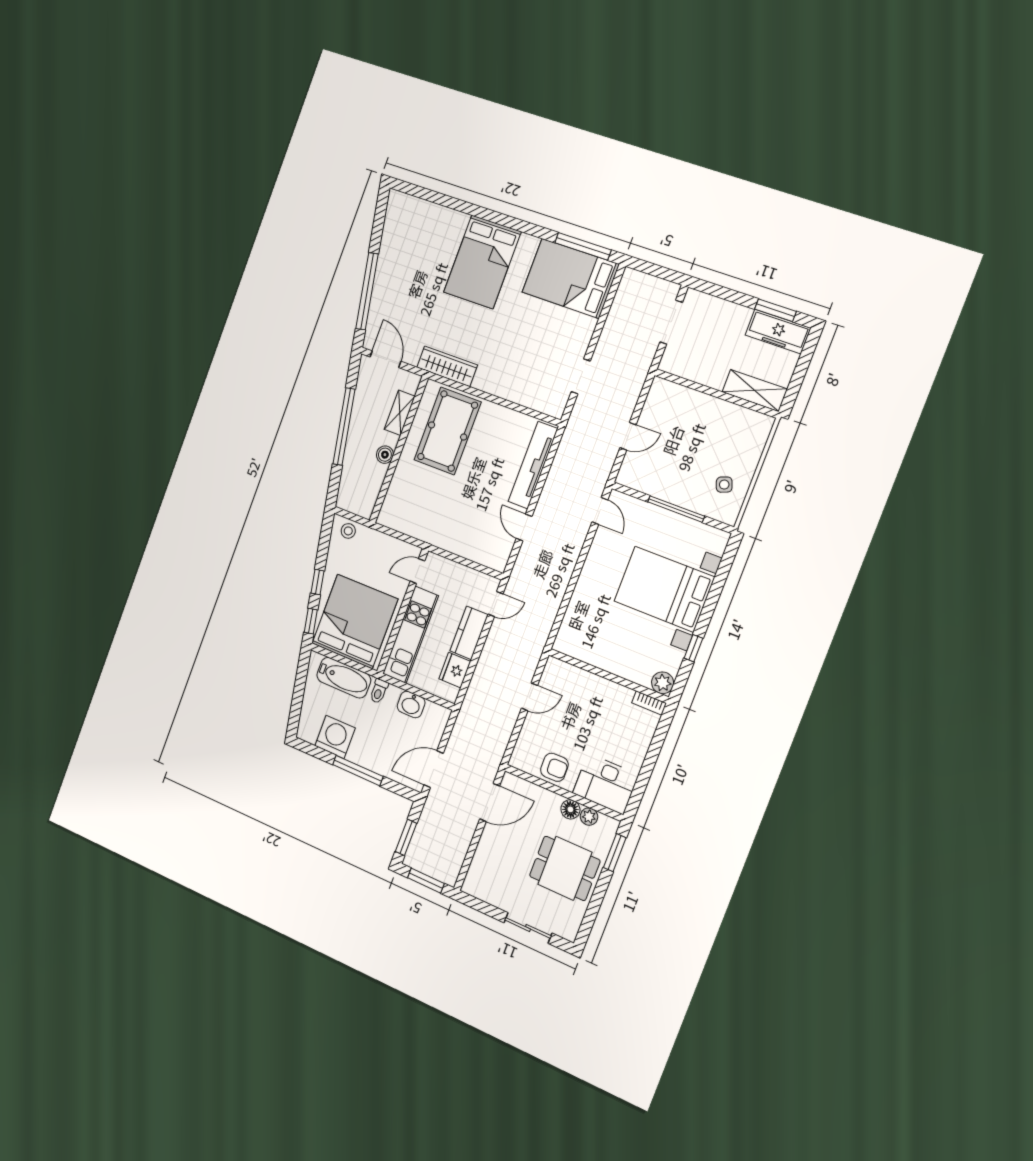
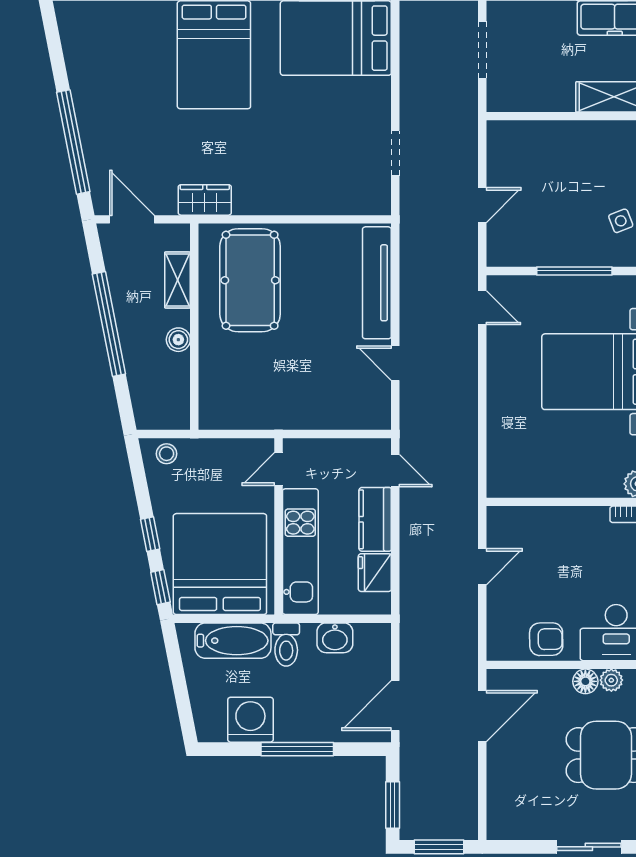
wardrobe: (447, 366) -> (205, 200), width x0.67
door: (495, 604) -> (395, 471), hinge flipped
toilet: (379, 691) -> (286, 644), width x1.37, depth x1.39

